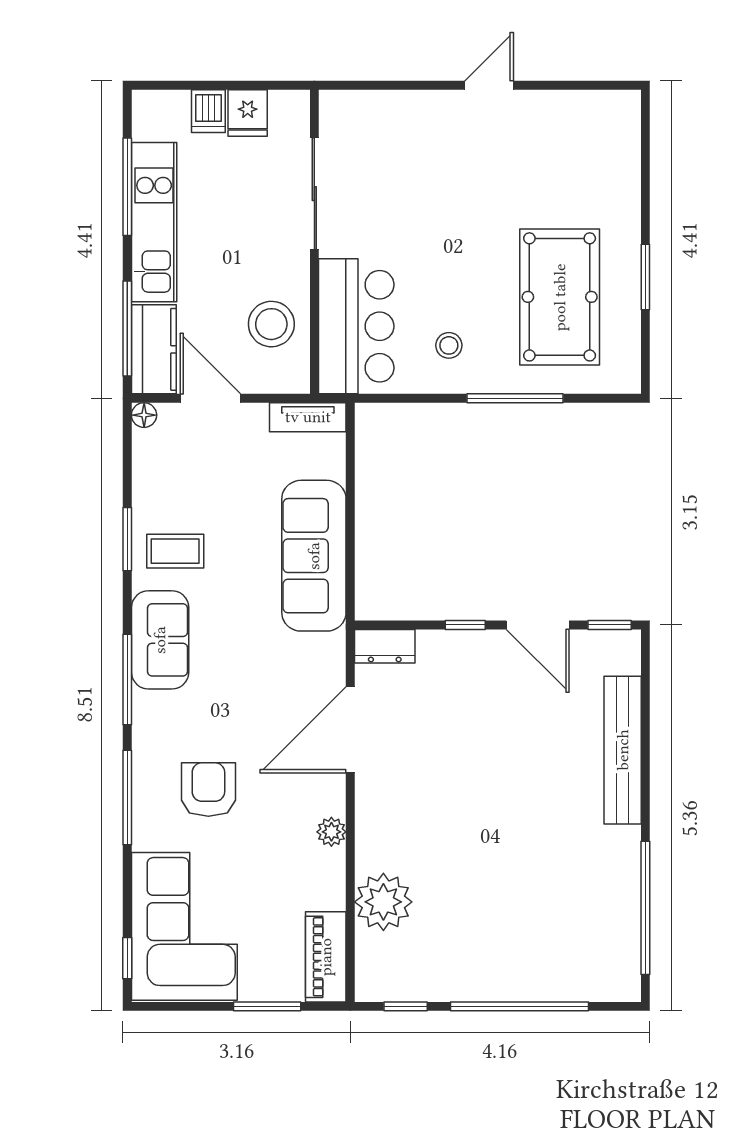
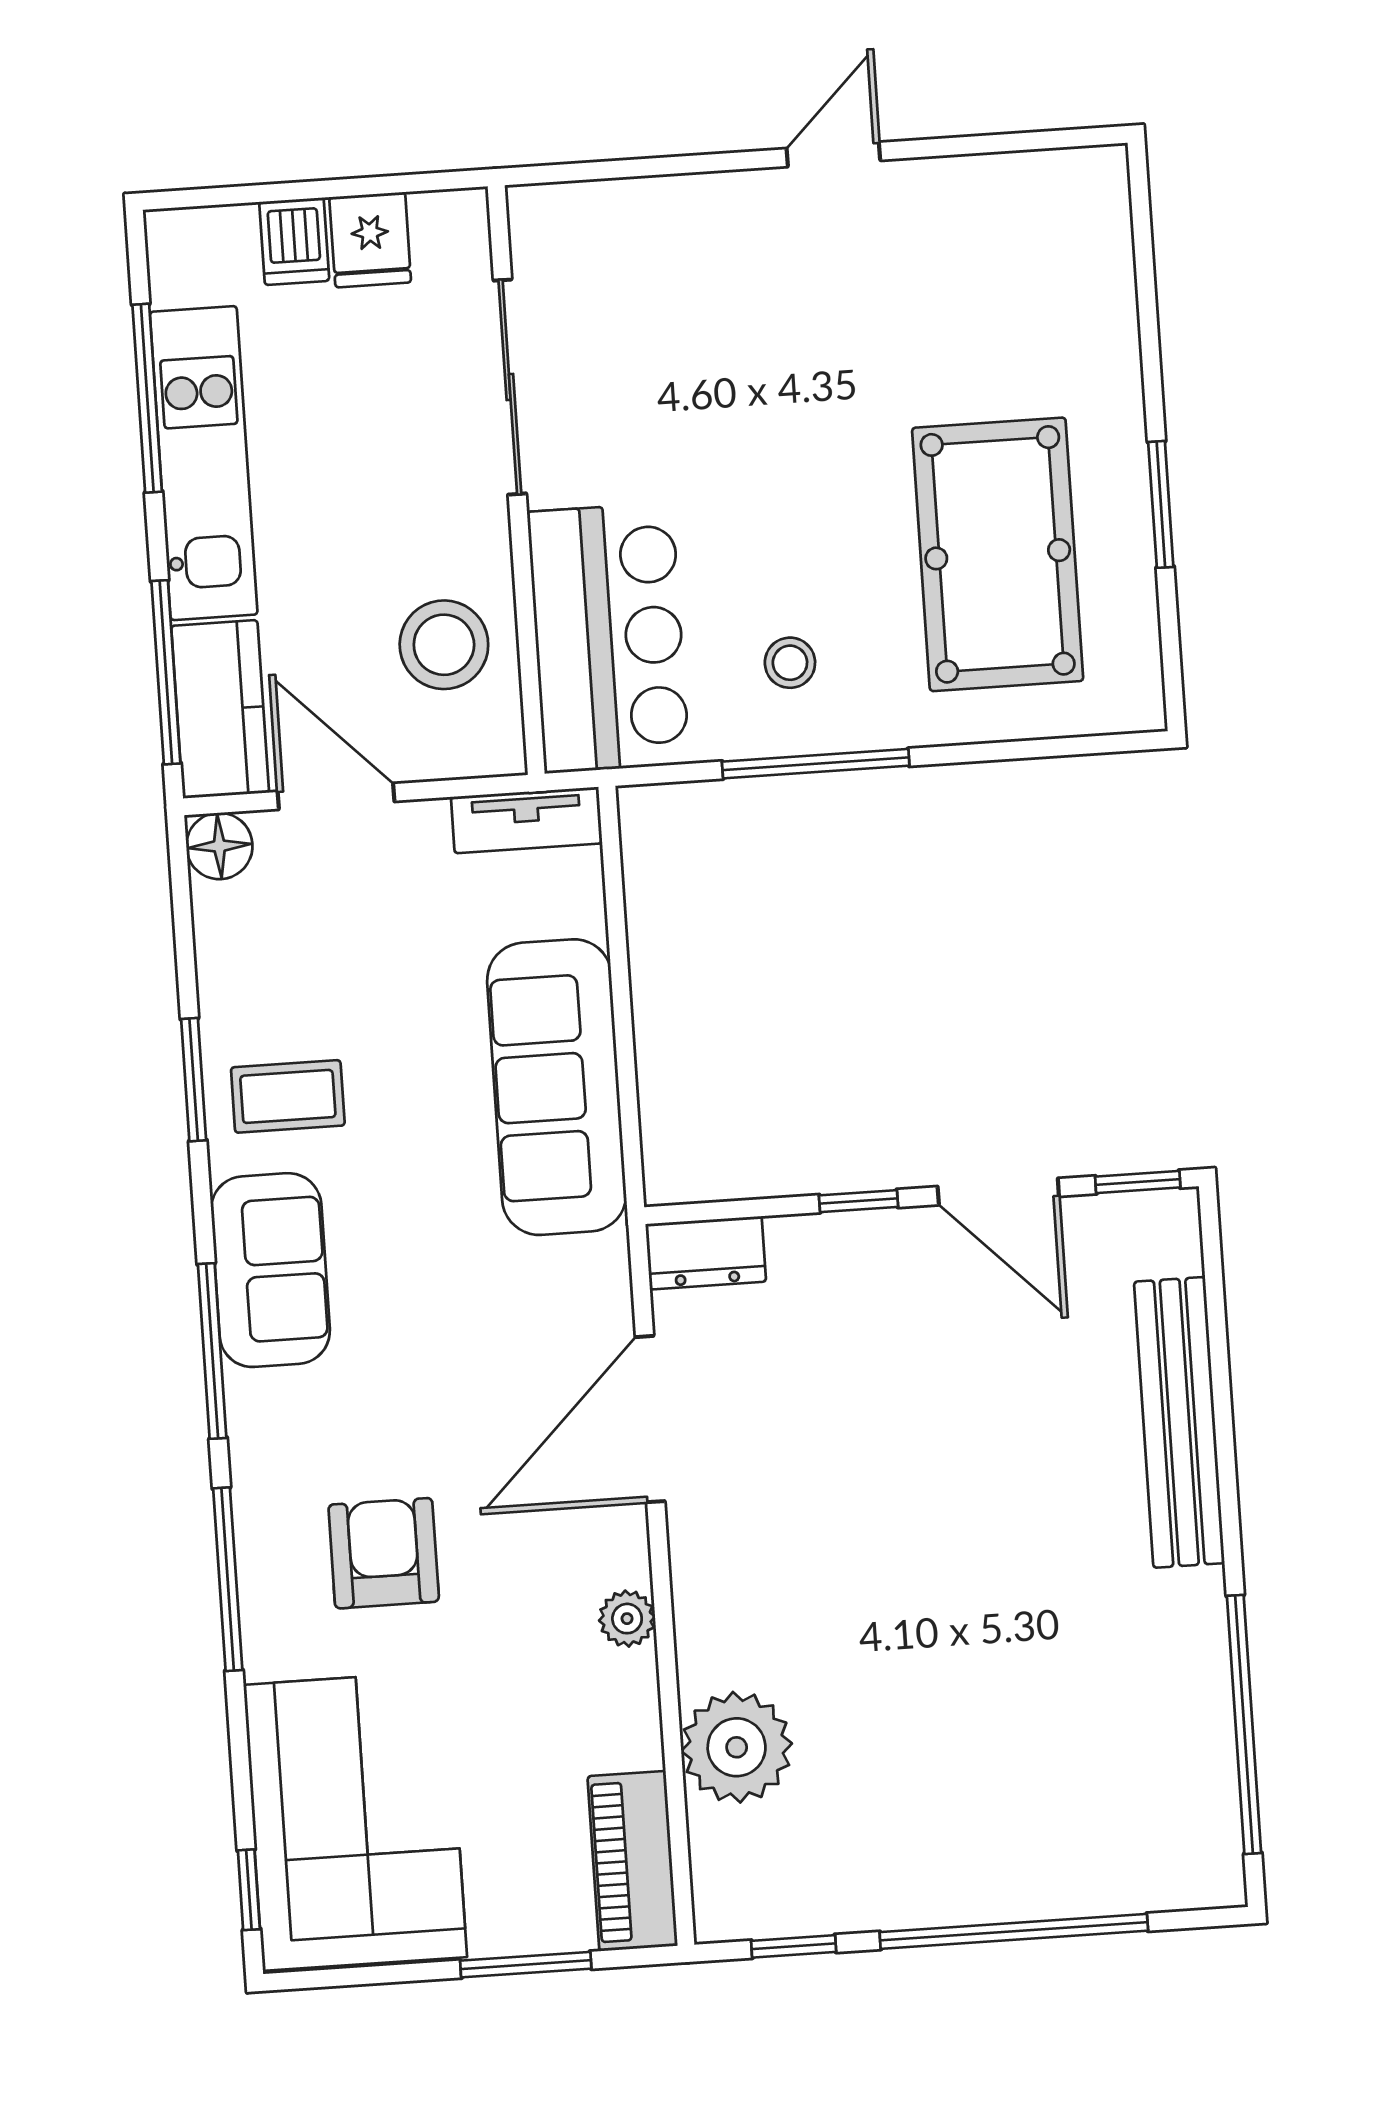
window: (515, 398) -> (816, 764), moved
floor lamp: (144, 415) -> (219, 846), width x1.37, depth x1.37

